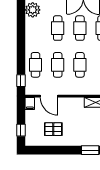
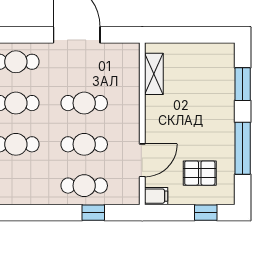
window: (21, 81) -> (93, 213), moved
pallet: (53, 129) -> (200, 173), moved, turned 90
window: (56, 150) -> (243, 148), added

